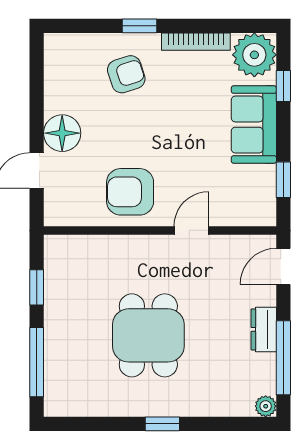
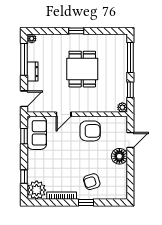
sofa: (254, 125) -> (37, 133), moved
plant: (55, 246) -> (122, 107), added

